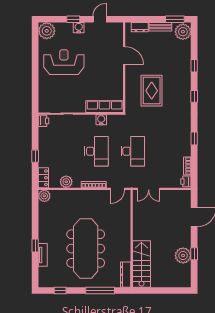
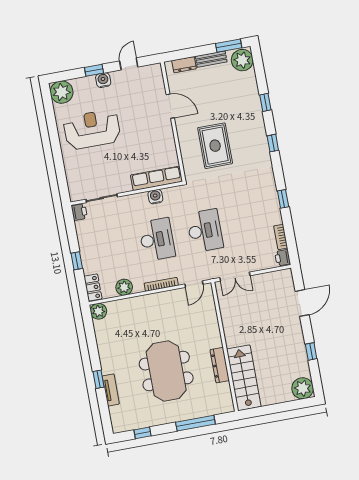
meeting table: (86, 249) -> (166, 371), width x0.73
plant: (183, 255) -> (303, 388), moved
dresser: (126, 275) -> (220, 365), moved

